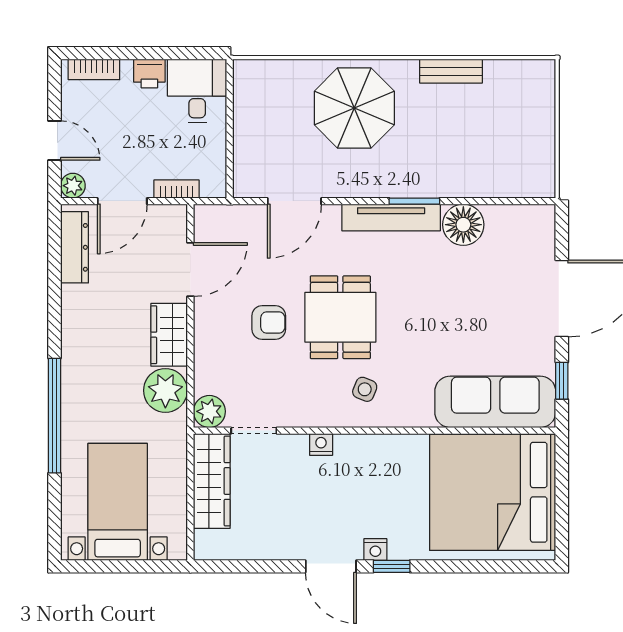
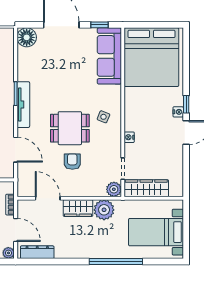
floor lamp: (463, 225) -> (27, 37), moved

